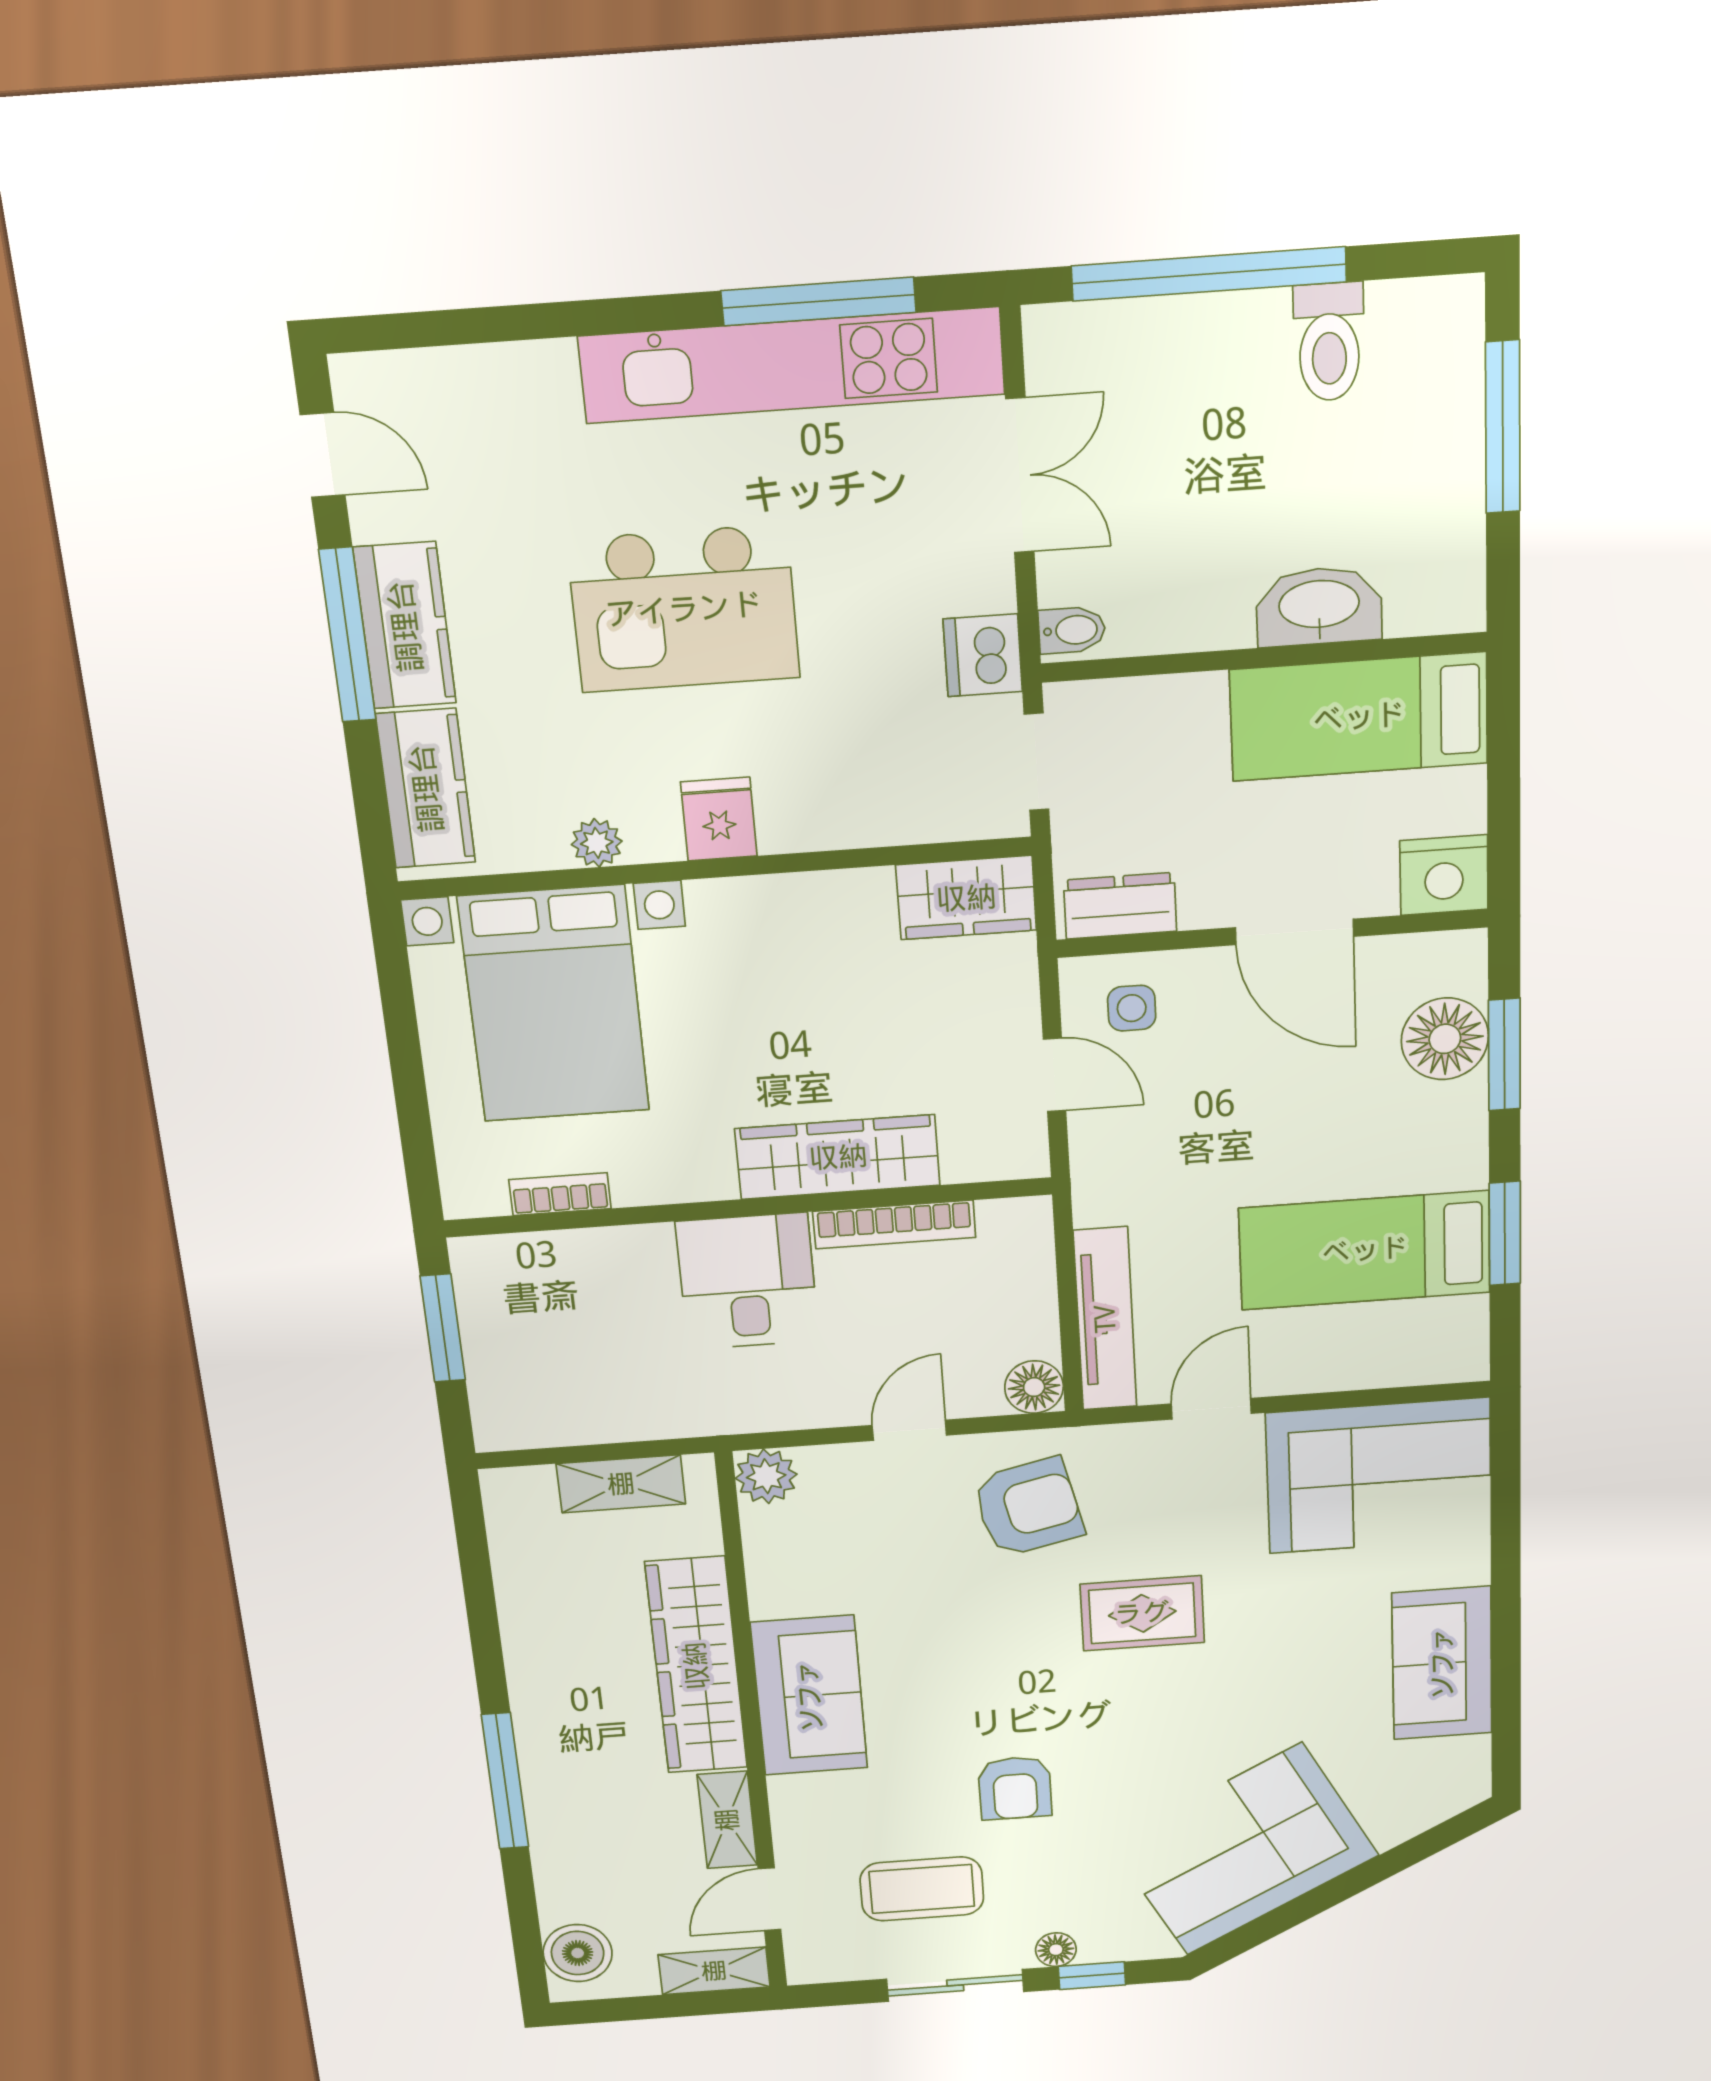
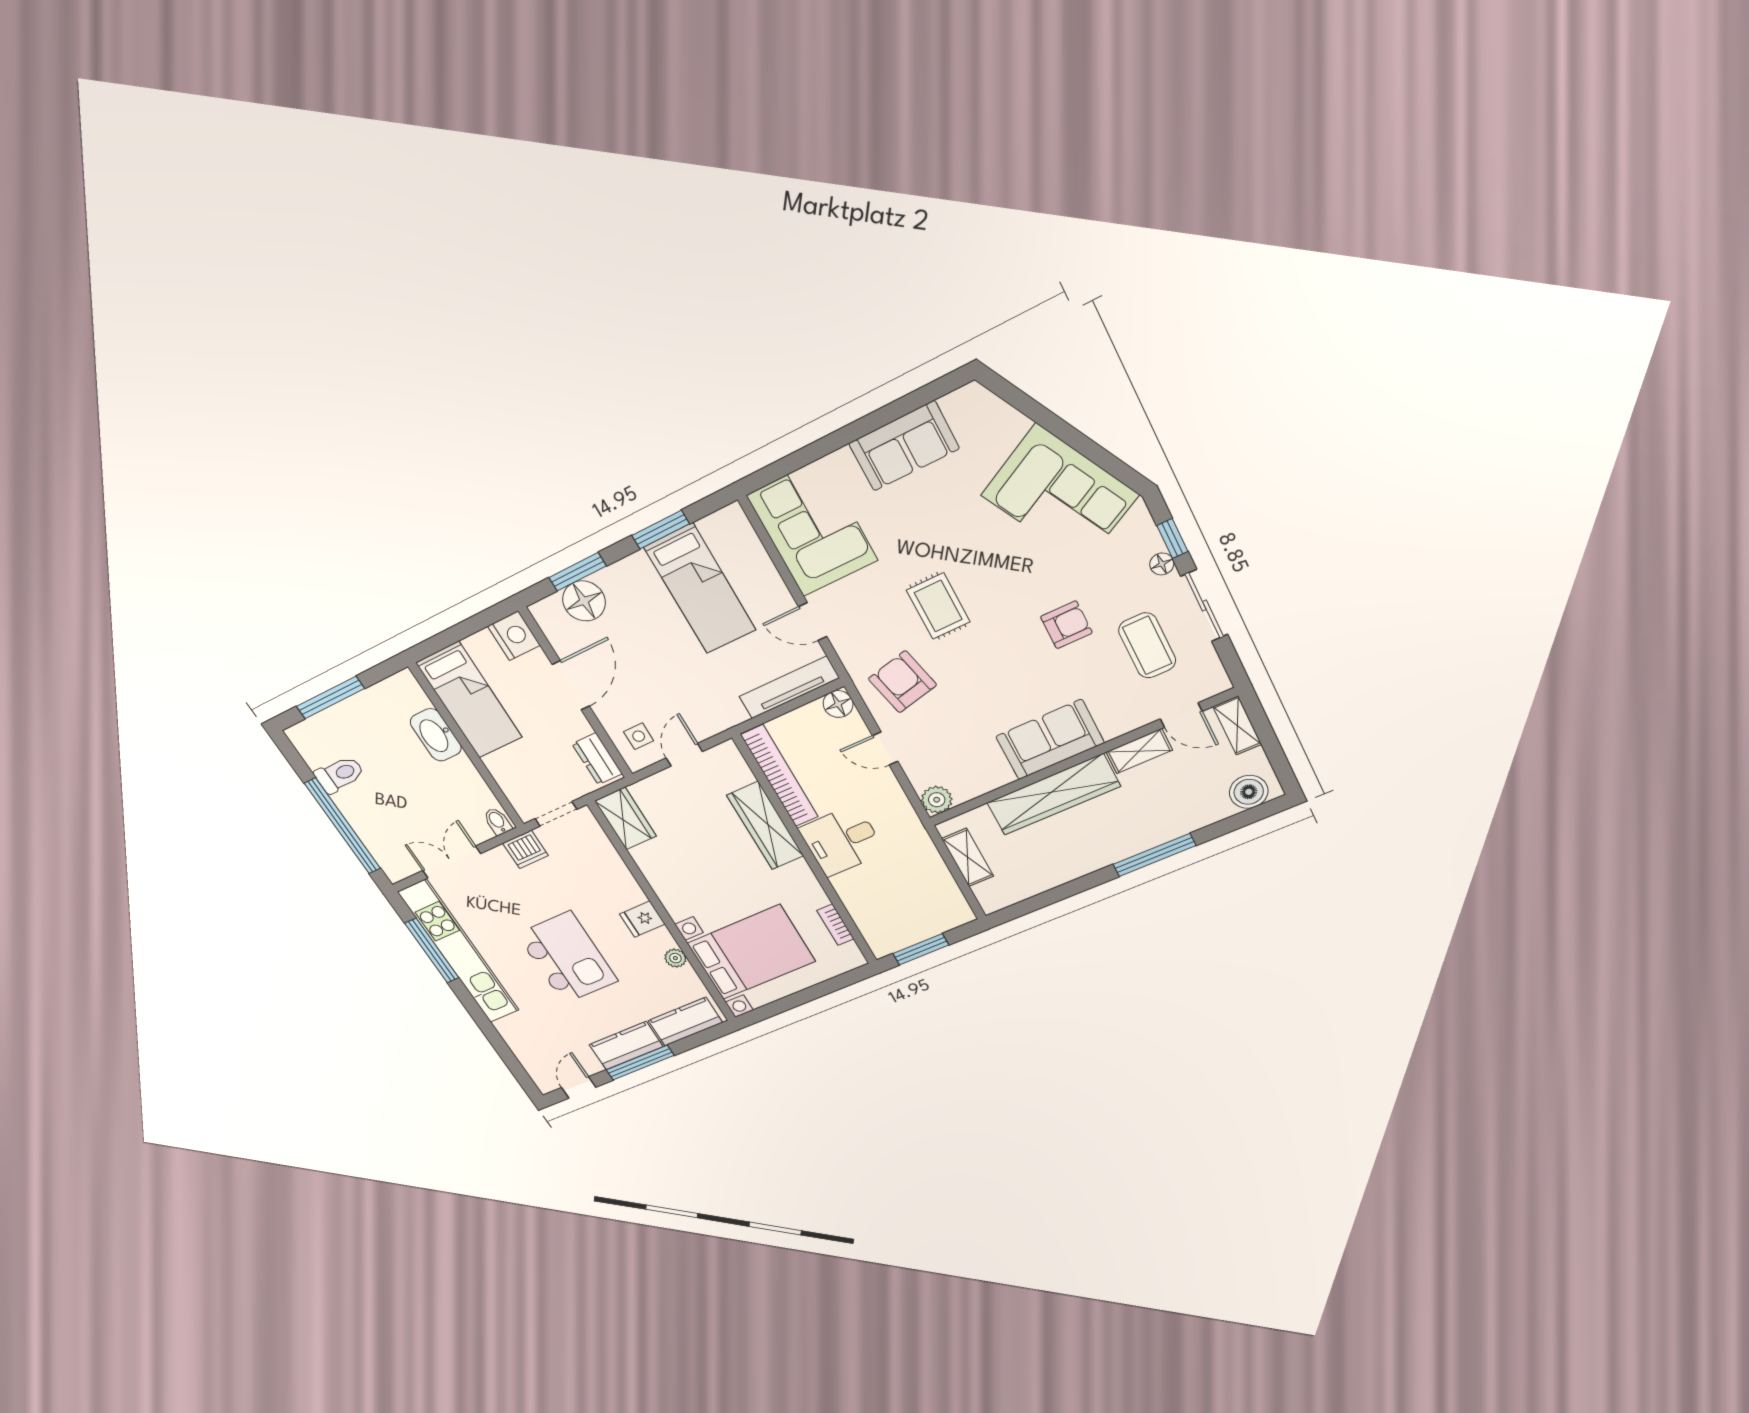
bookcase: (894, 1224) -> (780, 776), width x1.48, depth x1.31

